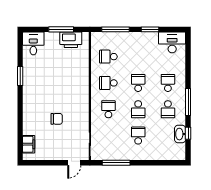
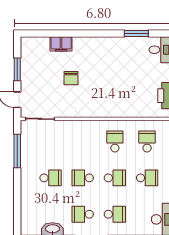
window: (20, 76) -> (136, 34), moved
school desk: (108, 109) -> (147, 178), moved
filing cabinet: (29, 144) -> (61, 44), moved
window: (49, 163) -> (17, 69), added

